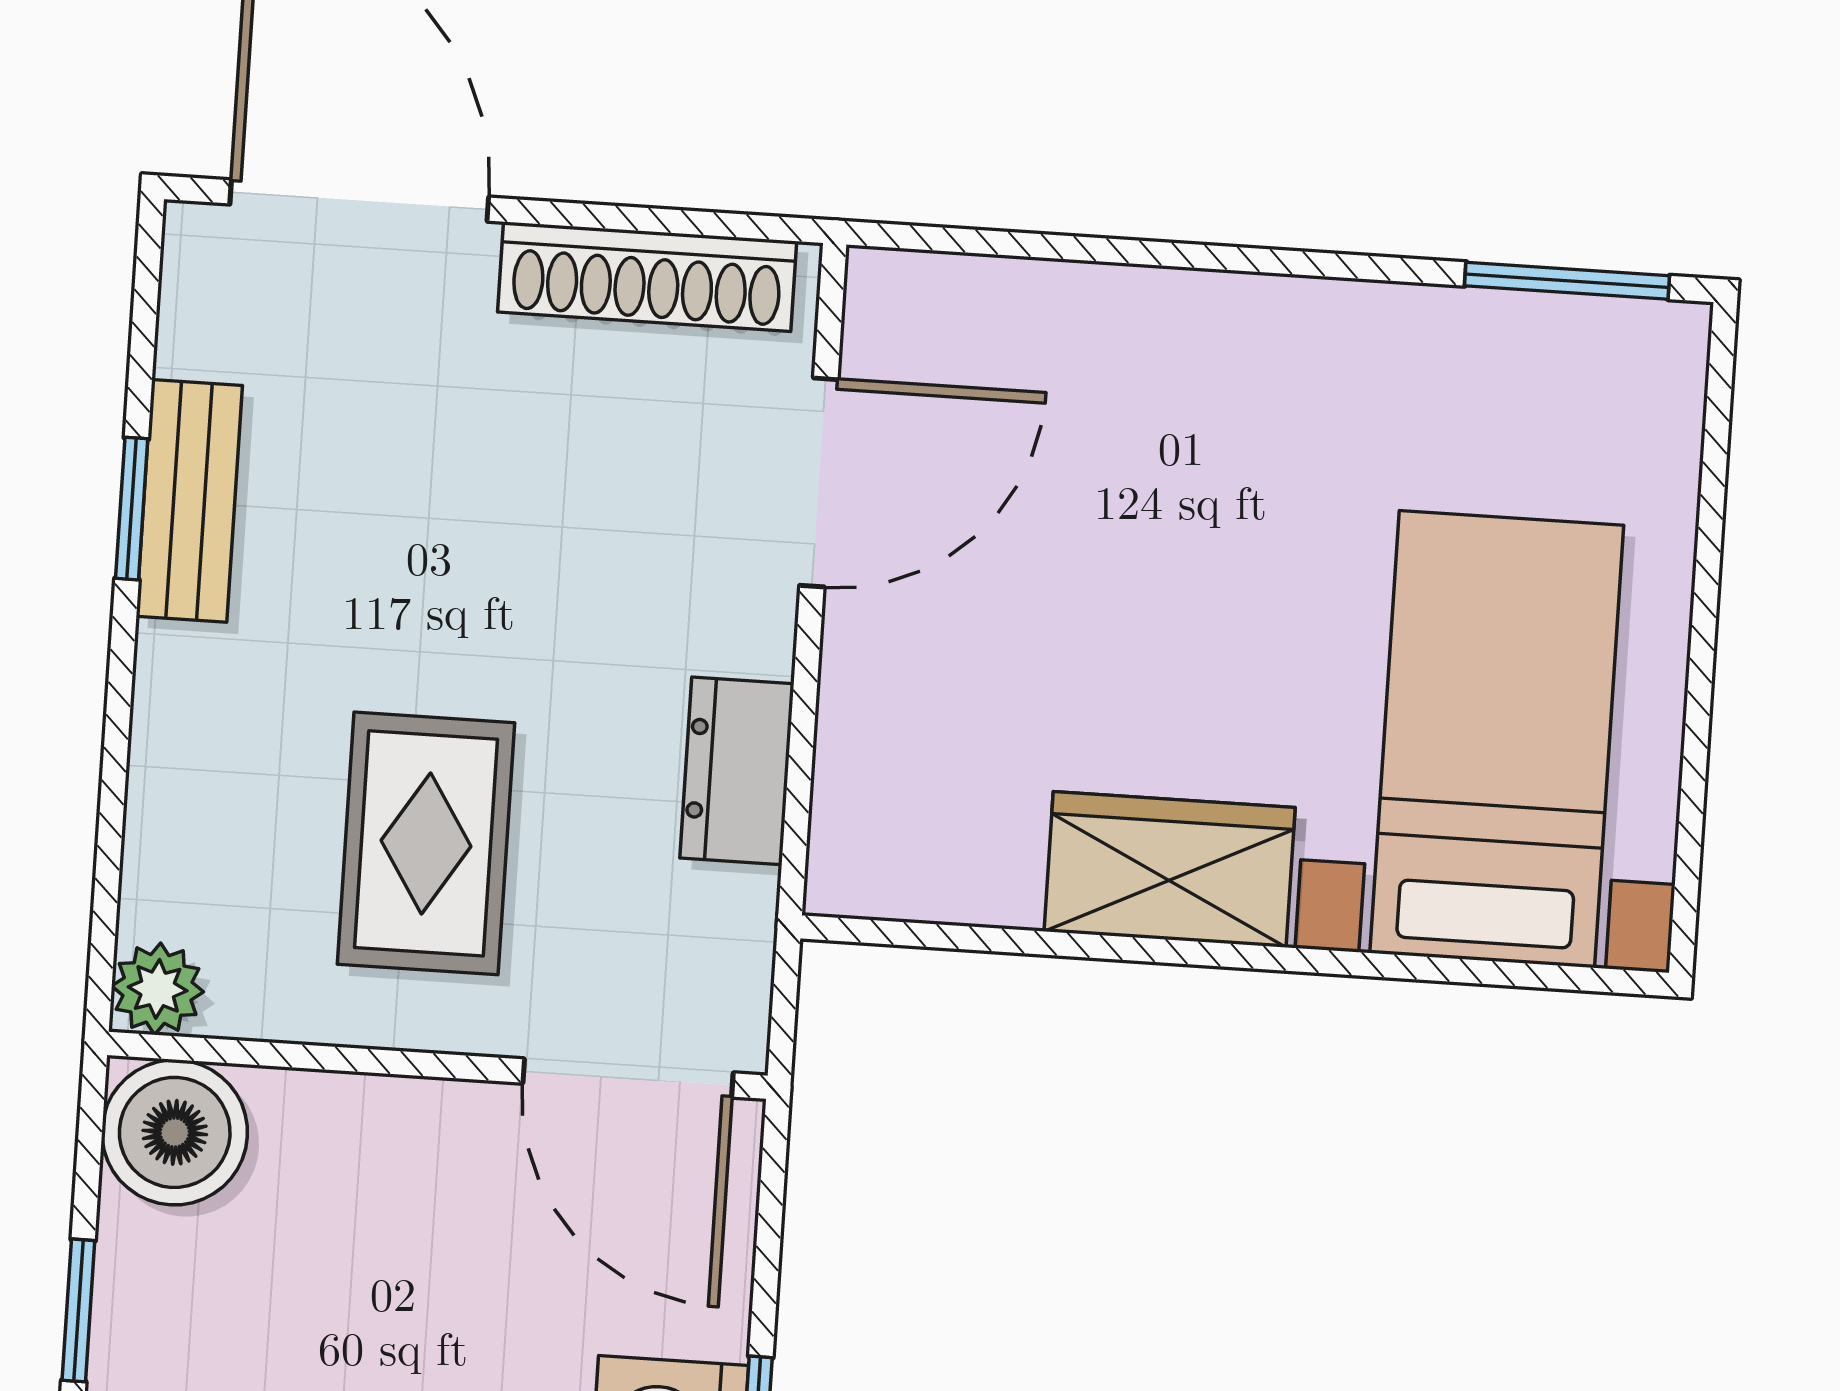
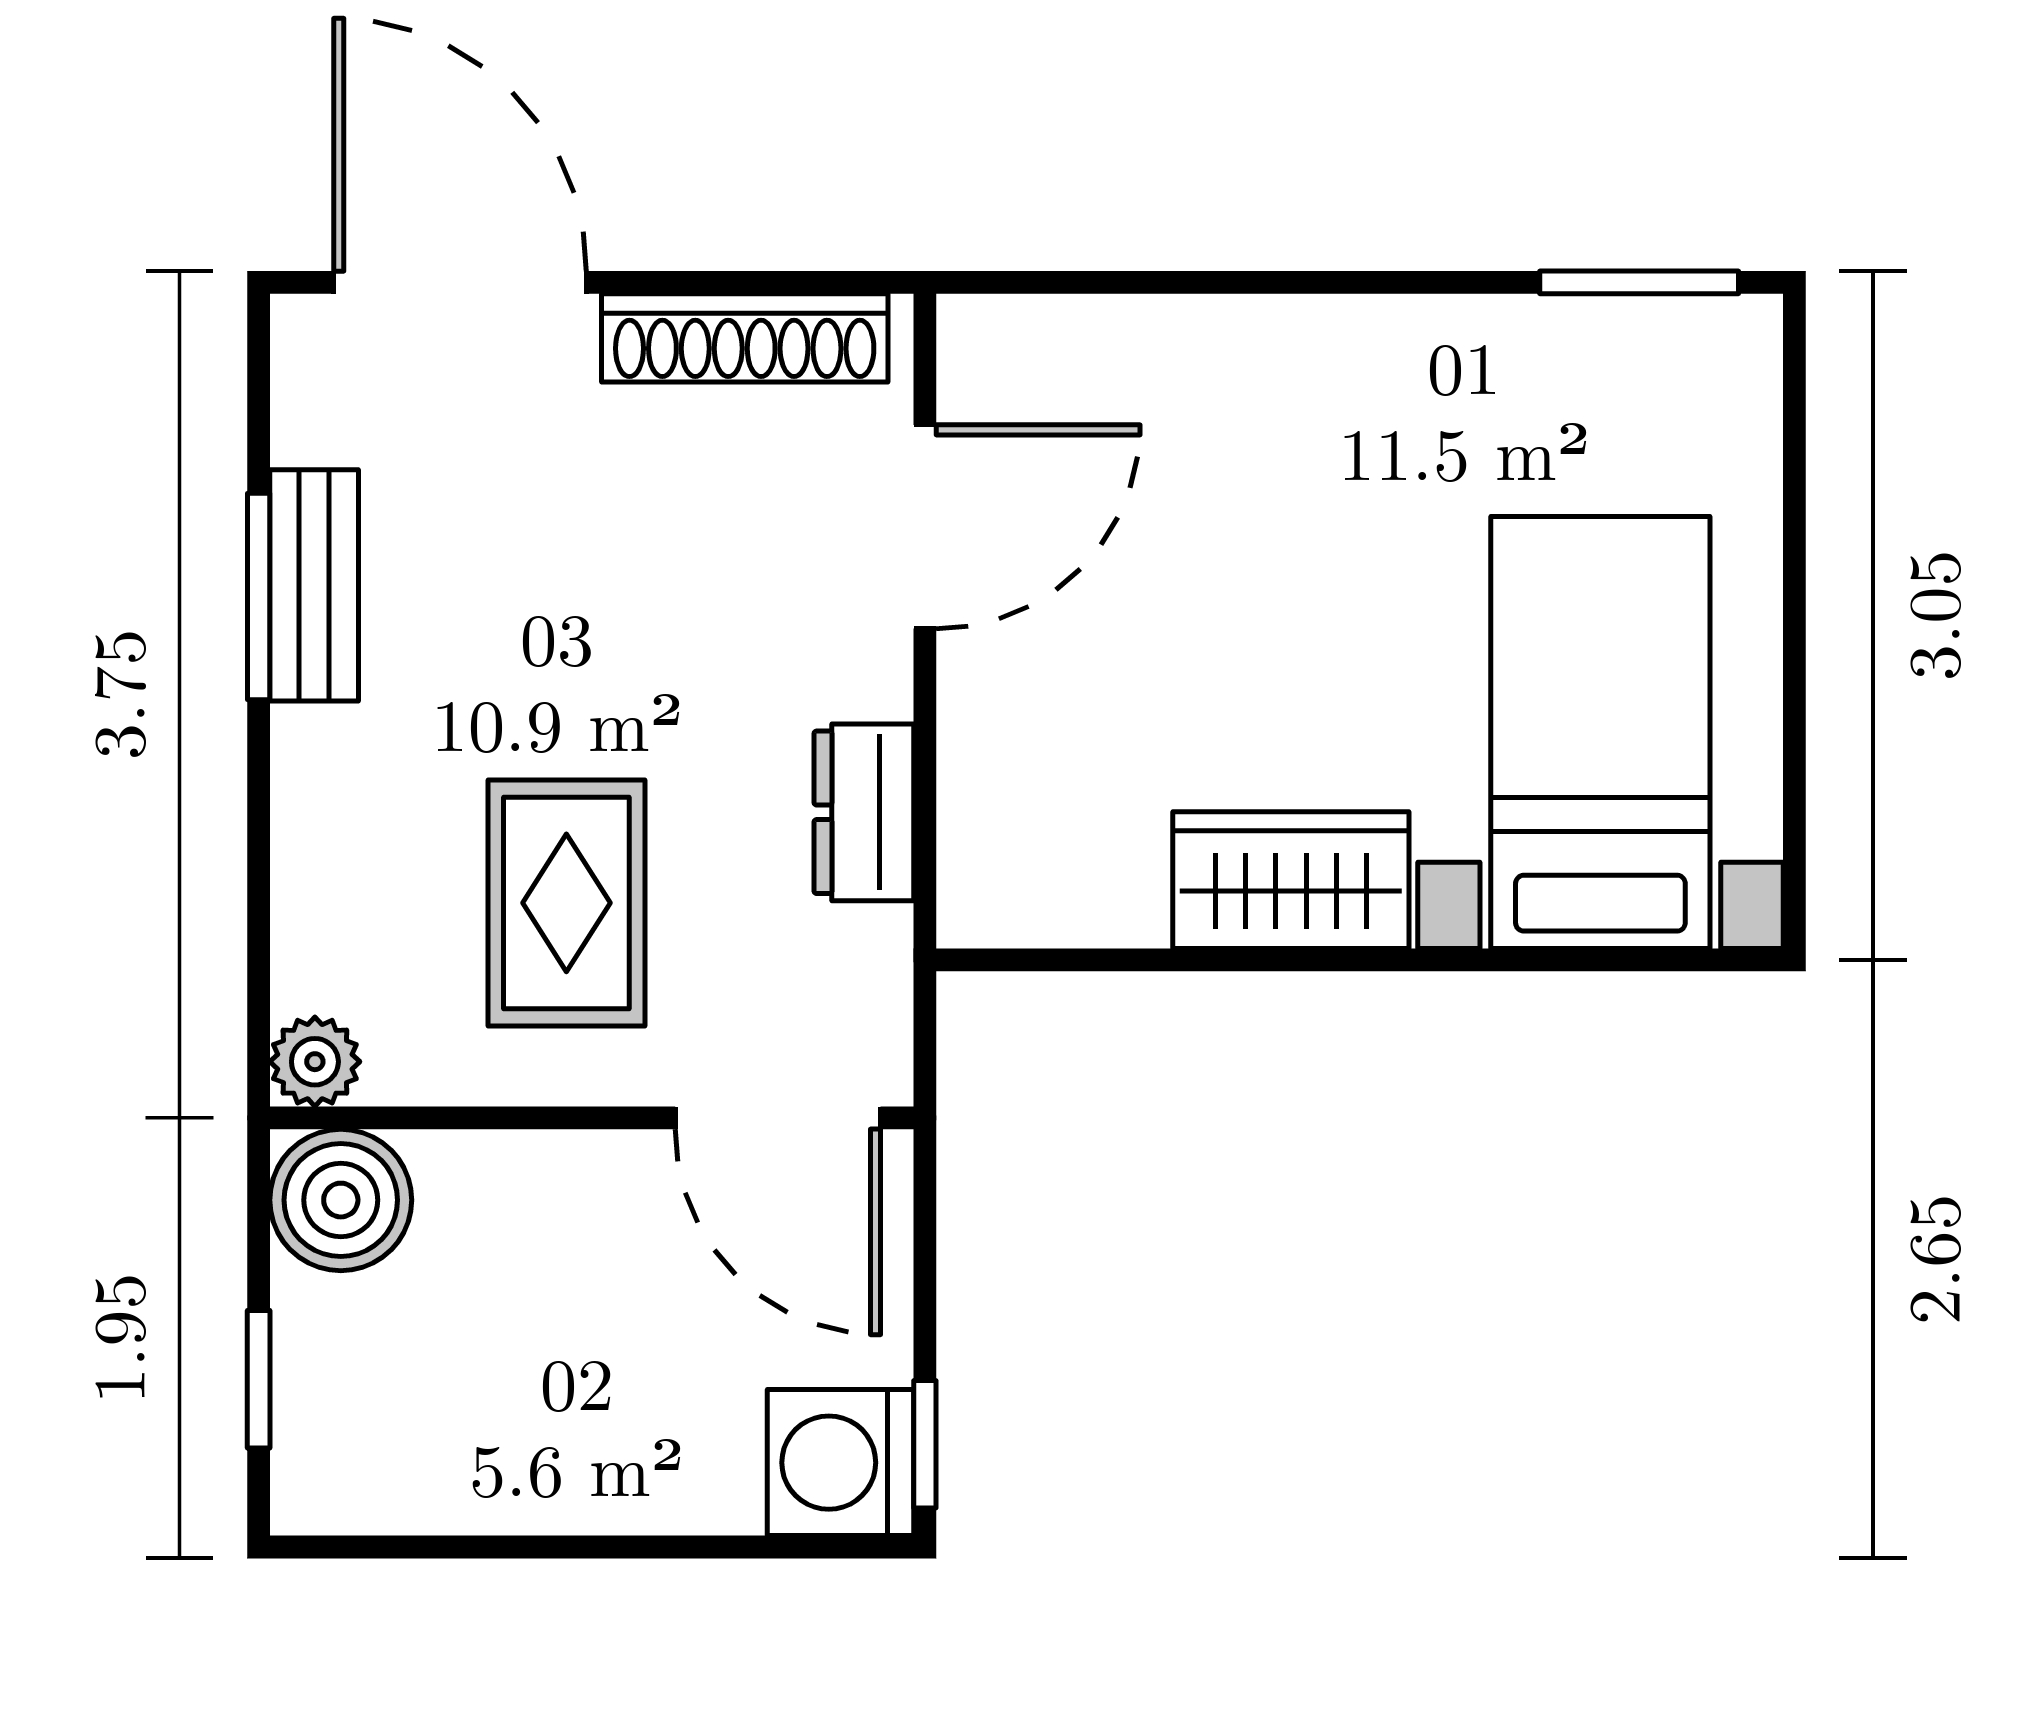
window: (132, 509) -> (259, 596), width x1.50

